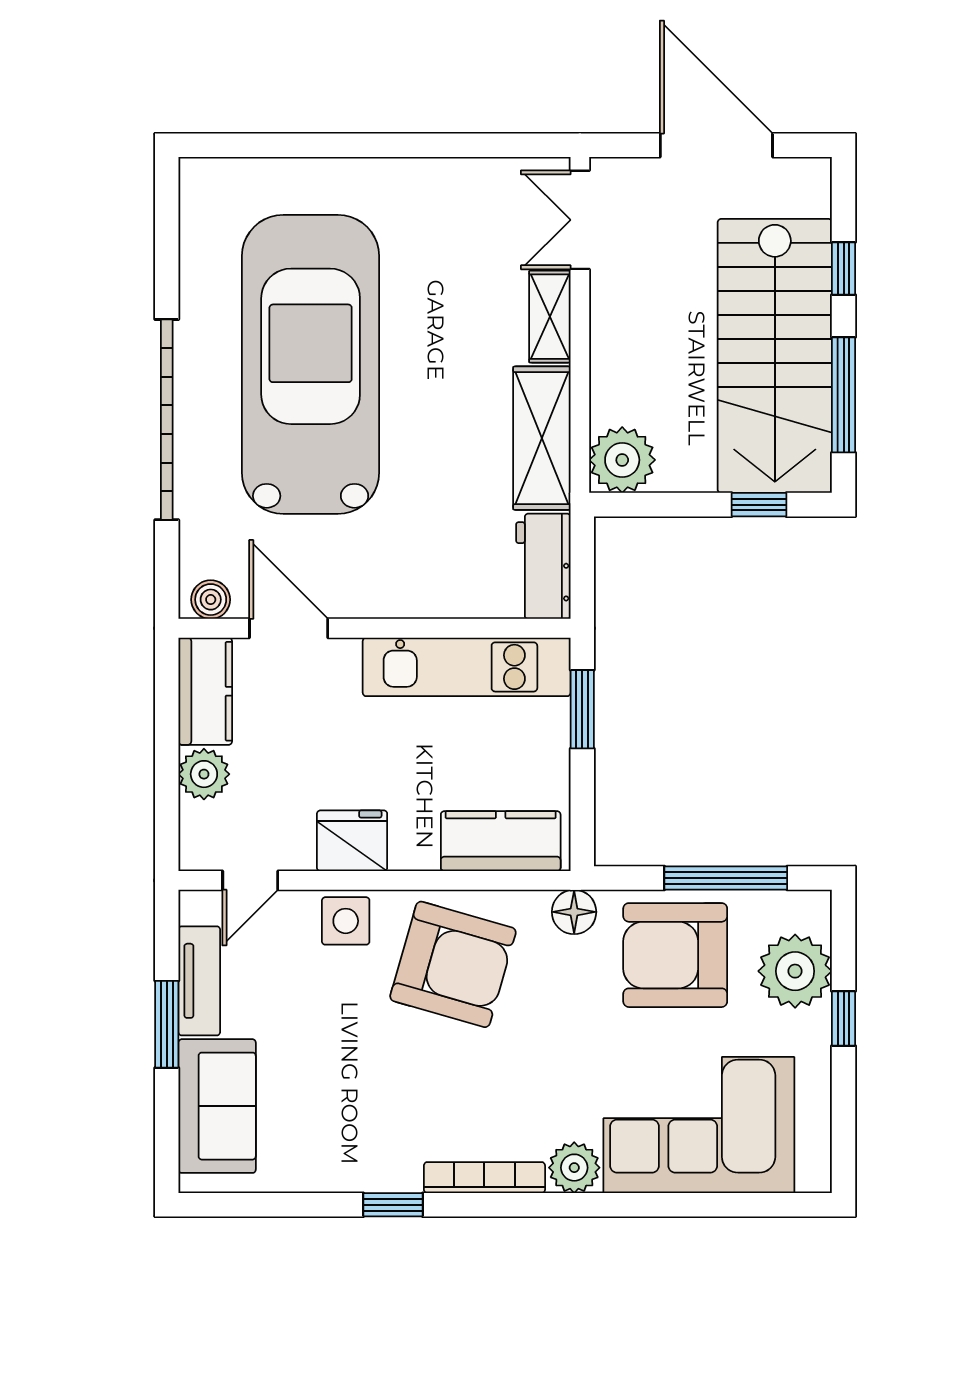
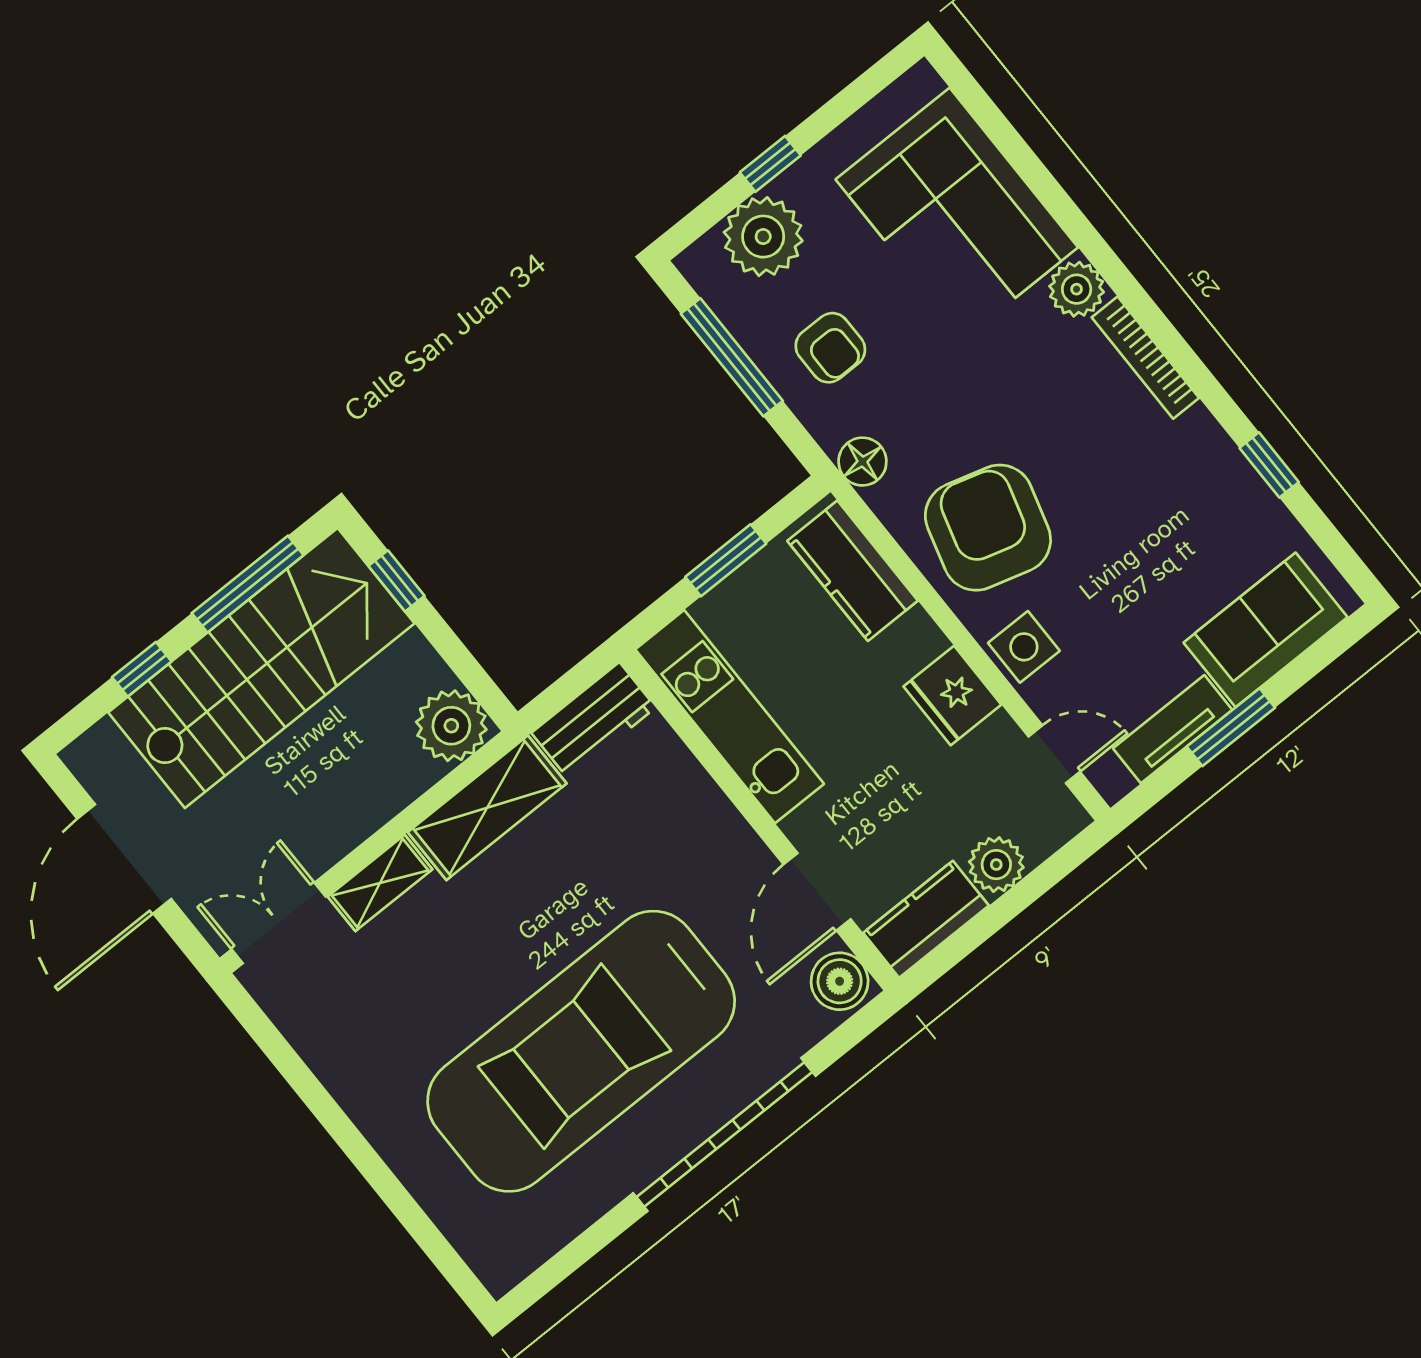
double door: (580, 220) -> (279, 923), swing flipped
boiler: (211, 600) -> (840, 981), width x1.36, depth x1.36
window: (582, 709) -> (726, 560), moved
armchair: (675, 955) -> (830, 348), width x0.53, depth x0.53
window: (393, 1205) -> (1269, 465), moved

